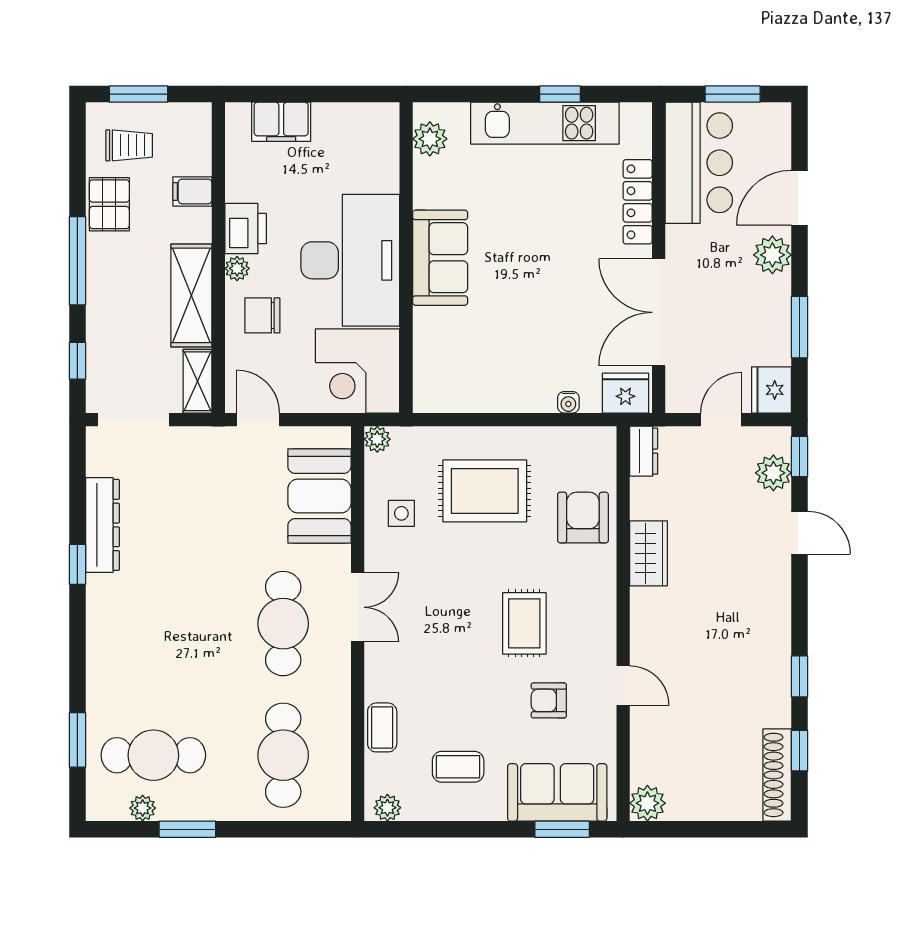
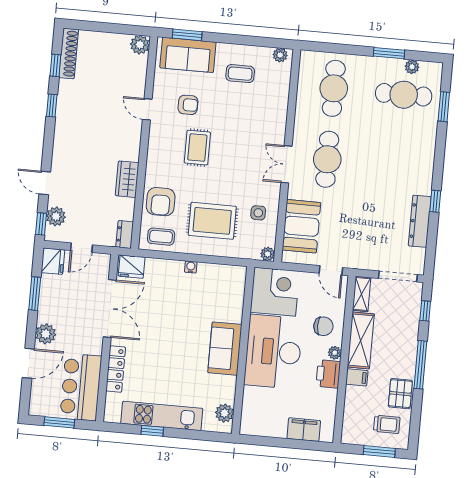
trolley: (129, 145) -> (387, 424), turned 180
filing cabinet: (192, 191) -> (357, 377), moved
water cooler: (568, 402) -> (191, 267), moved
coffee table: (382, 727) -> (161, 237), moved, turned 90

